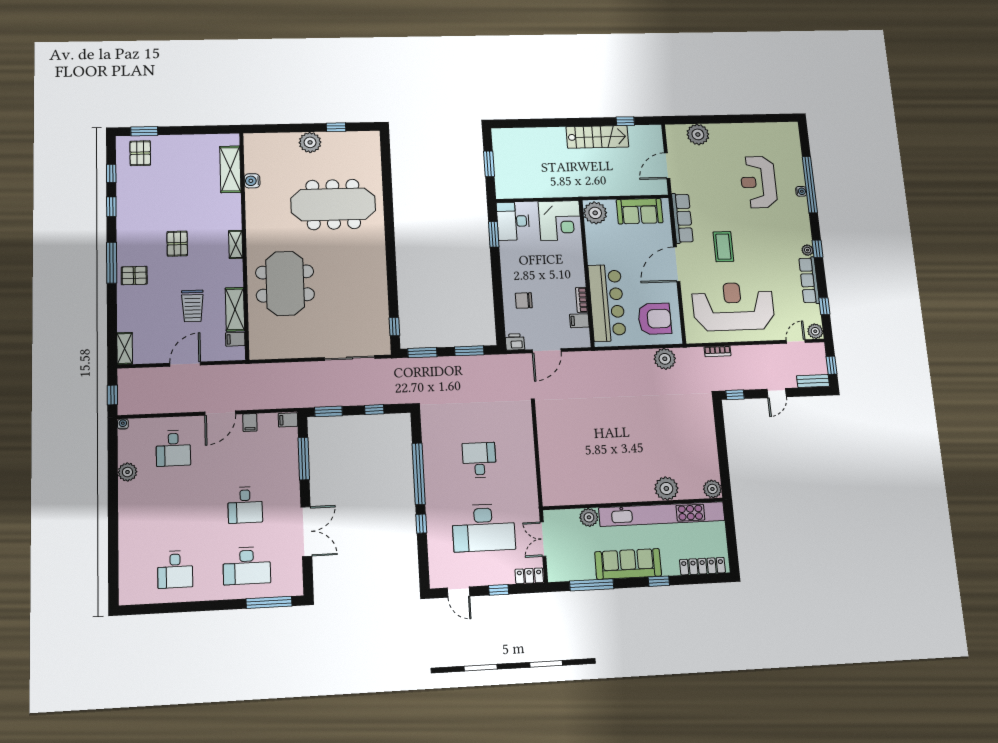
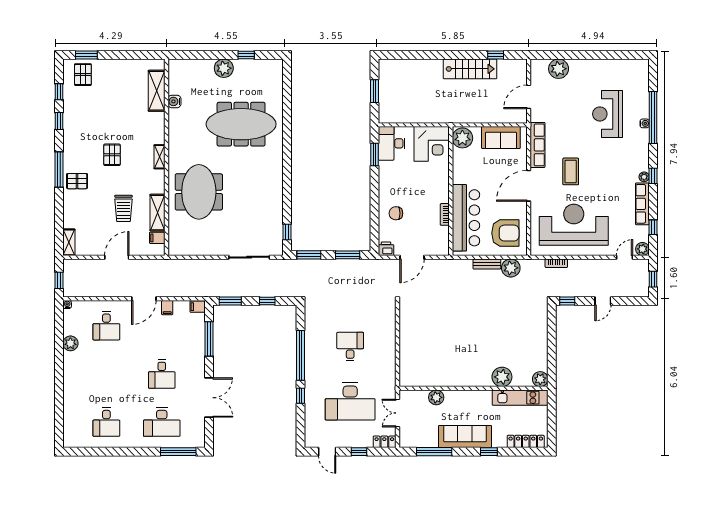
filing cabinet: (579, 321) -> (441, 232), removed
bench: (813, 381) -> (487, 264), moved
kitchen unit: (662, 514) -> (520, 398), width x0.54

